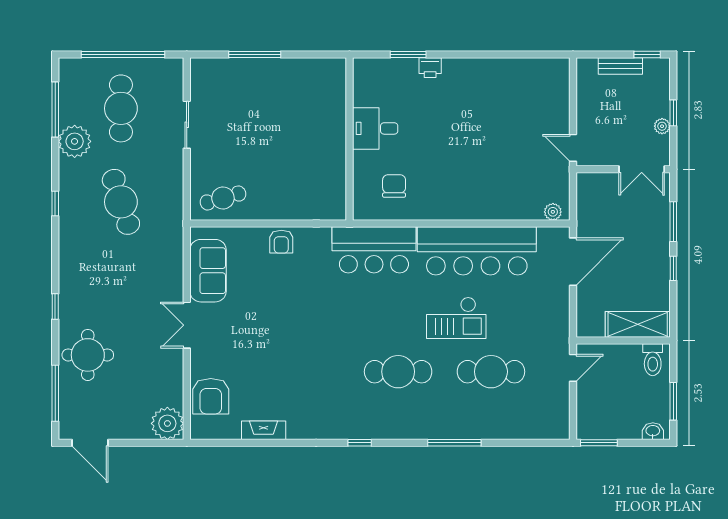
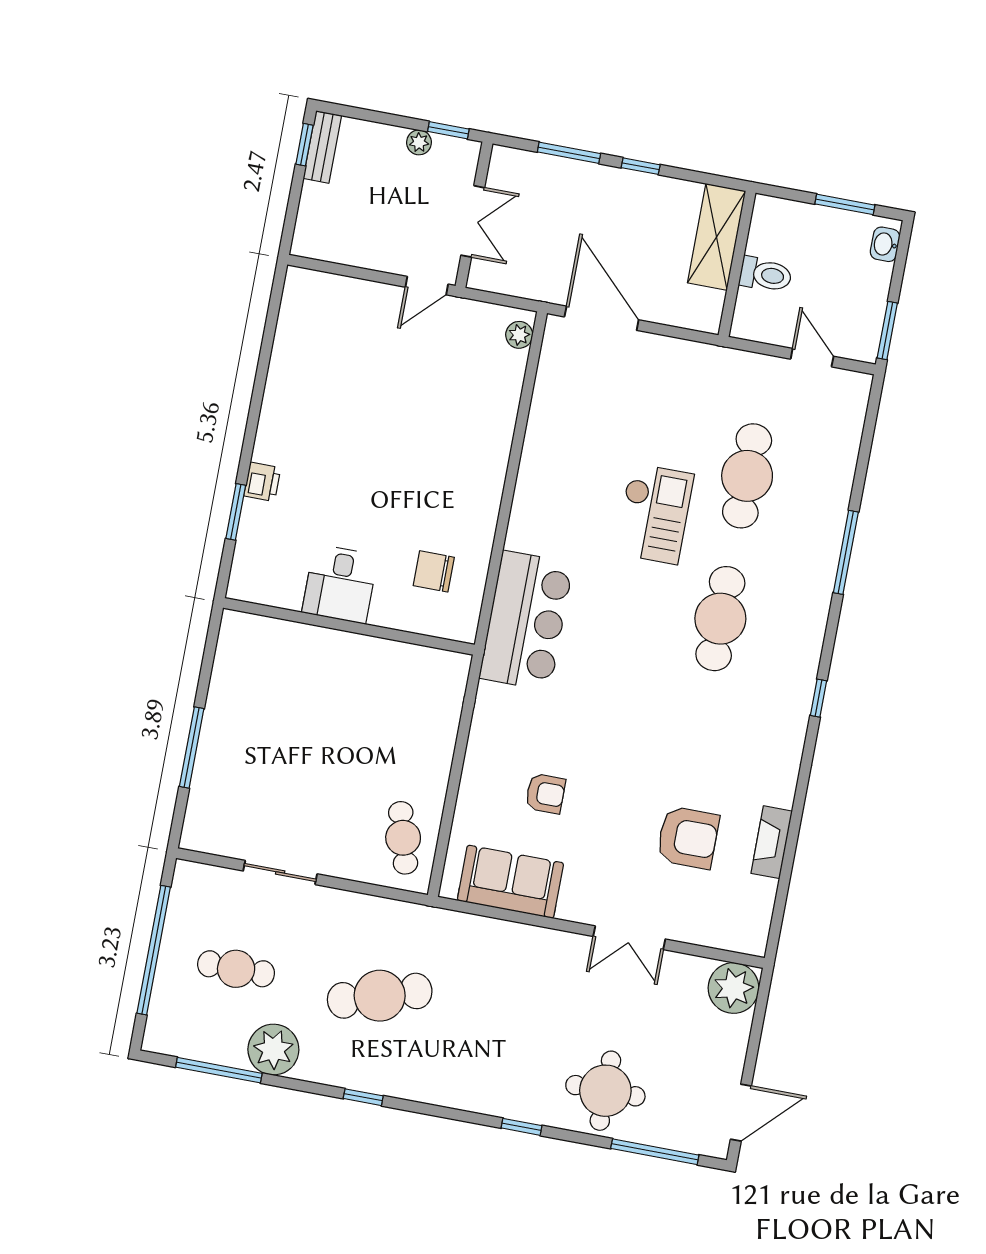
bench: (620, 66) -> (322, 147), moved
cafe table: (121, 108) -> (236, 969), width x0.73, depth x0.74
window: (673, 113) -> (448, 130), moved
double door: (642, 169) -> (473, 221), moved
armchair: (281, 242) -> (545, 794), moved
bar counter: (477, 251) -> (557, 463), removed
double door: (187, 325) -> (629, 938), moved
toilet: (653, 360) -> (766, 275), moved
door: (573, 368) -> (812, 358), moved
armchair: (211, 396) -> (688, 838), moved

